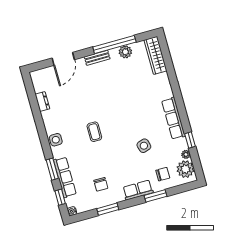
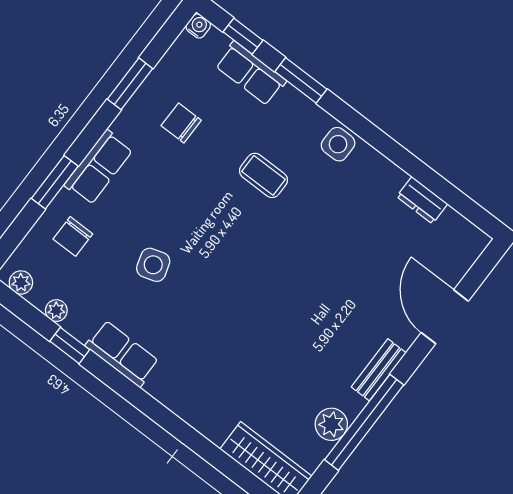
row of seats: (173, 118) -> (122, 354), width x0.68
coffee table: (94, 132) -> (263, 175), moved
plant: (185, 169) -> (21, 282), width x0.53, depth x0.53
row of seats: (65, 177) -> (251, 73), width x0.68

